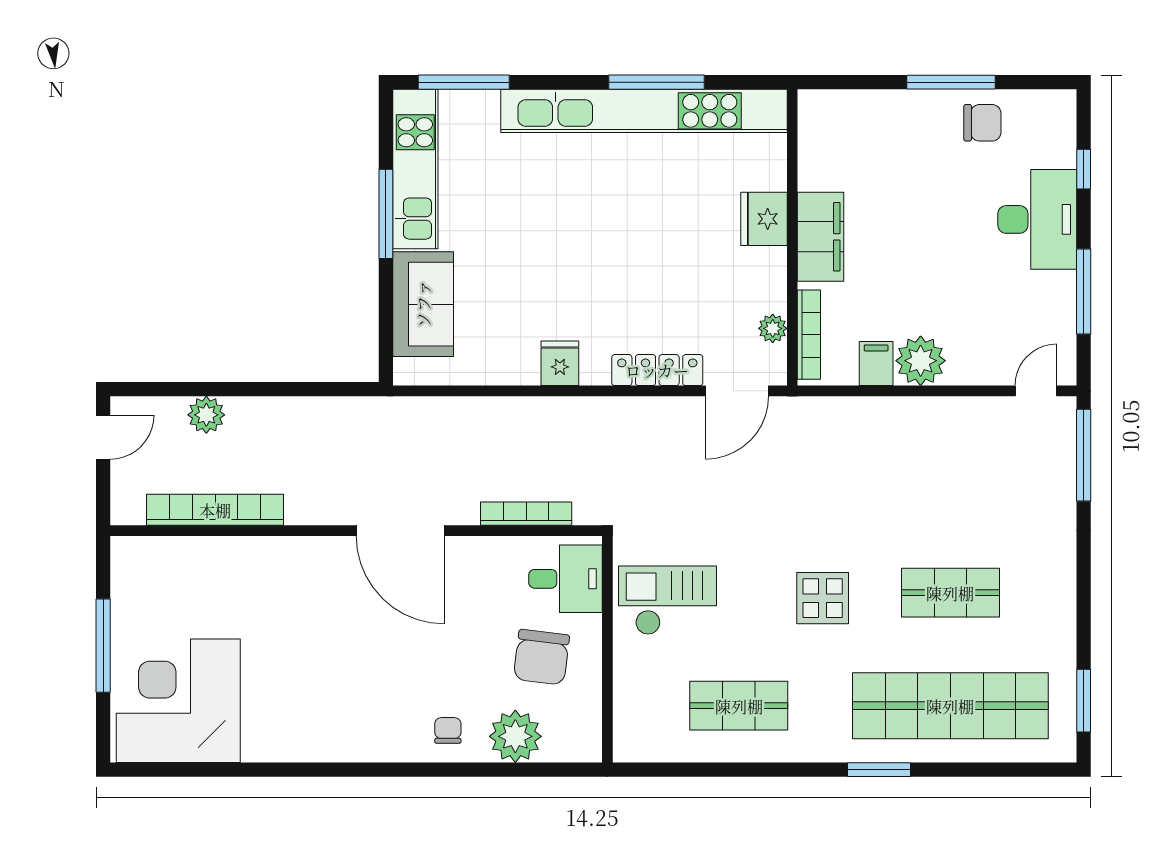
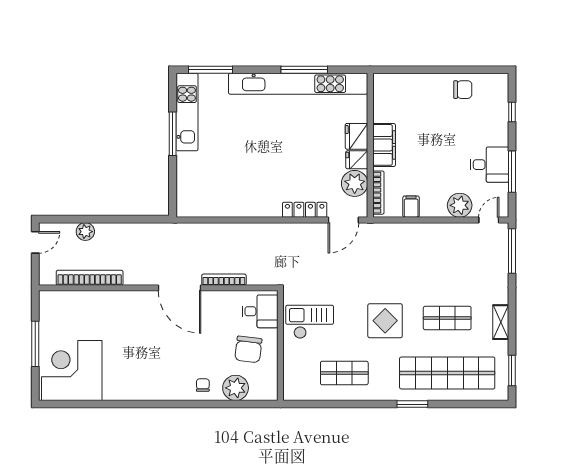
window: (951, 82) -> (448, 70), removed
desk: (1037, 219) -> (489, 165), moved, width x0.73
sofa: (423, 304) -> (191, 178), removed
plant: (773, 328) -> (355, 183), width x1.88, depth x1.88
plant: (921, 361) -> (460, 205), moved
fridge: (560, 363) -> (357, 160), moved, turned -90
bookcase: (526, 514) -> (224, 280), moved
display table: (823, 598) -> (385, 321), width x1.36, depth x1.36
shelving: (1060, 601) -> (501, 322), added

